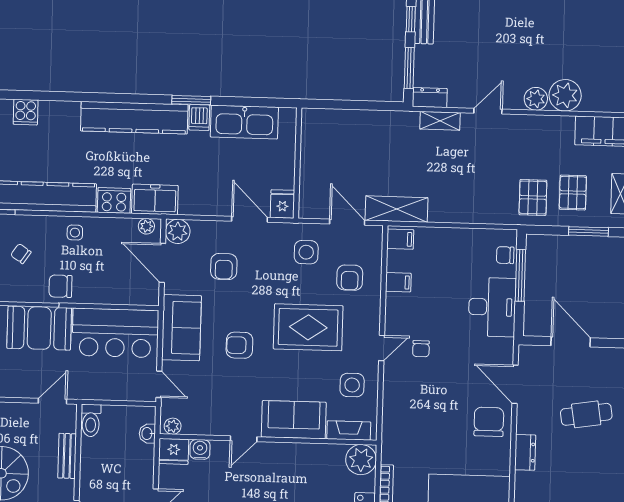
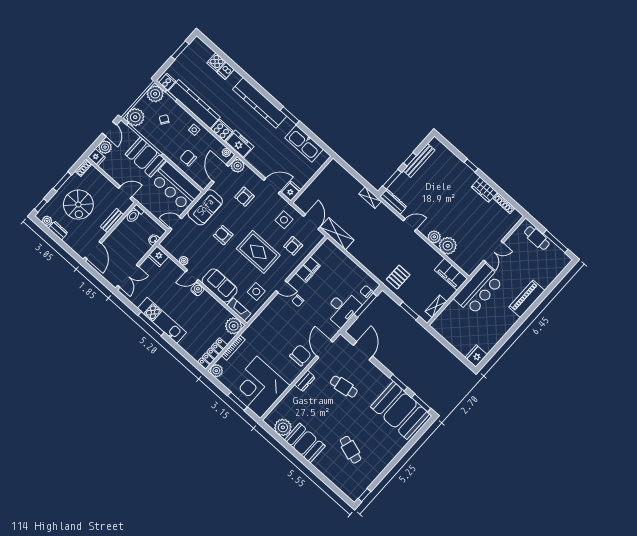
dresser: (430, 98) -> (393, 202), width x1.44
dishwasher: (199, 118) -> (226, 71), moved
shelving: (440, 121) -> (370, 198), moved
pallet: (573, 193) -> (417, 289), removed
door: (249, 219) -> (272, 186), hinge flipped
filing cabinet: (400, 239) -> (304, 274), moved
chair: (60, 286) -> (188, 158), moved
door: (159, 384) -> (176, 223), swing flipped
plant: (173, 426) -> (184, 261), moved
water cooler: (200, 449) -> (197, 289), moved

